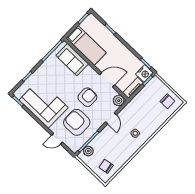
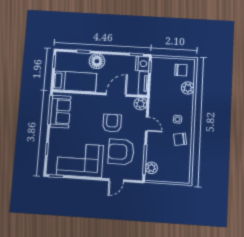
floor lamp: (114, 44) -> (97, 61), added
sofa: (72, 60) -> (61, 112), moved, turned -90
plant: (161, 118) -> (188, 88), added
chair: (106, 166) -> (180, 139), moved

